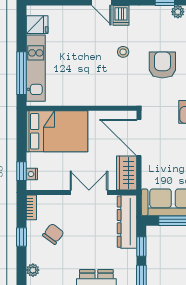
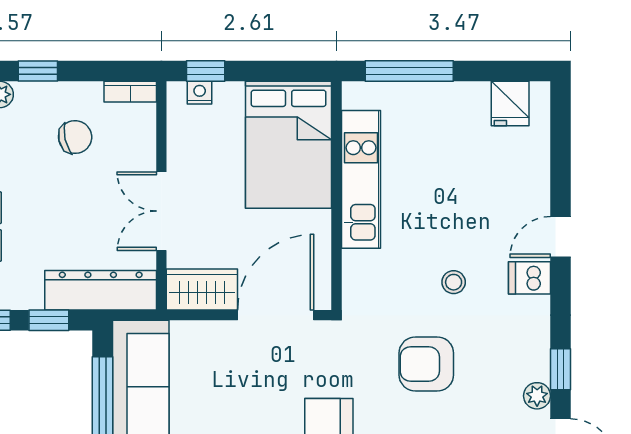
armchair: (162, 65) -> (426, 364), turned 180
kitchen unit: (36, 68) -> (361, 179), moved, turned -90
double door: (89, 192) -> (161, 211), swing flipped
chair: (53, 234) -> (75, 137), turned -50
window: (22, 237) -> (38, 71), moved

